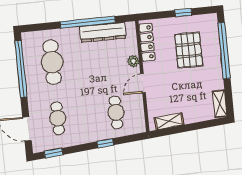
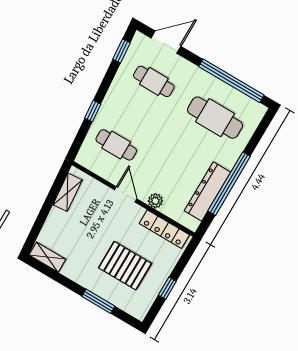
window: (224, 51) -> (98, 301), width x0.47

